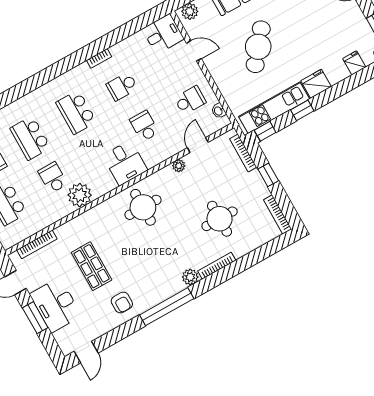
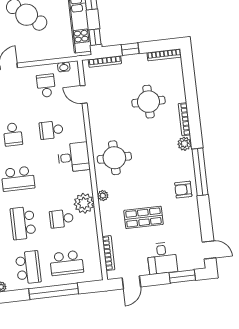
school desk: (30, 138) -> (23, 223), turned 90
plant: (179, 166) -> (103, 196), moved
armchair: (122, 302) -> (183, 190), moved, turned 180
desk: (56, 305) -> (162, 258), width x0.73
window: (35, 318) -> (182, 276), moved

